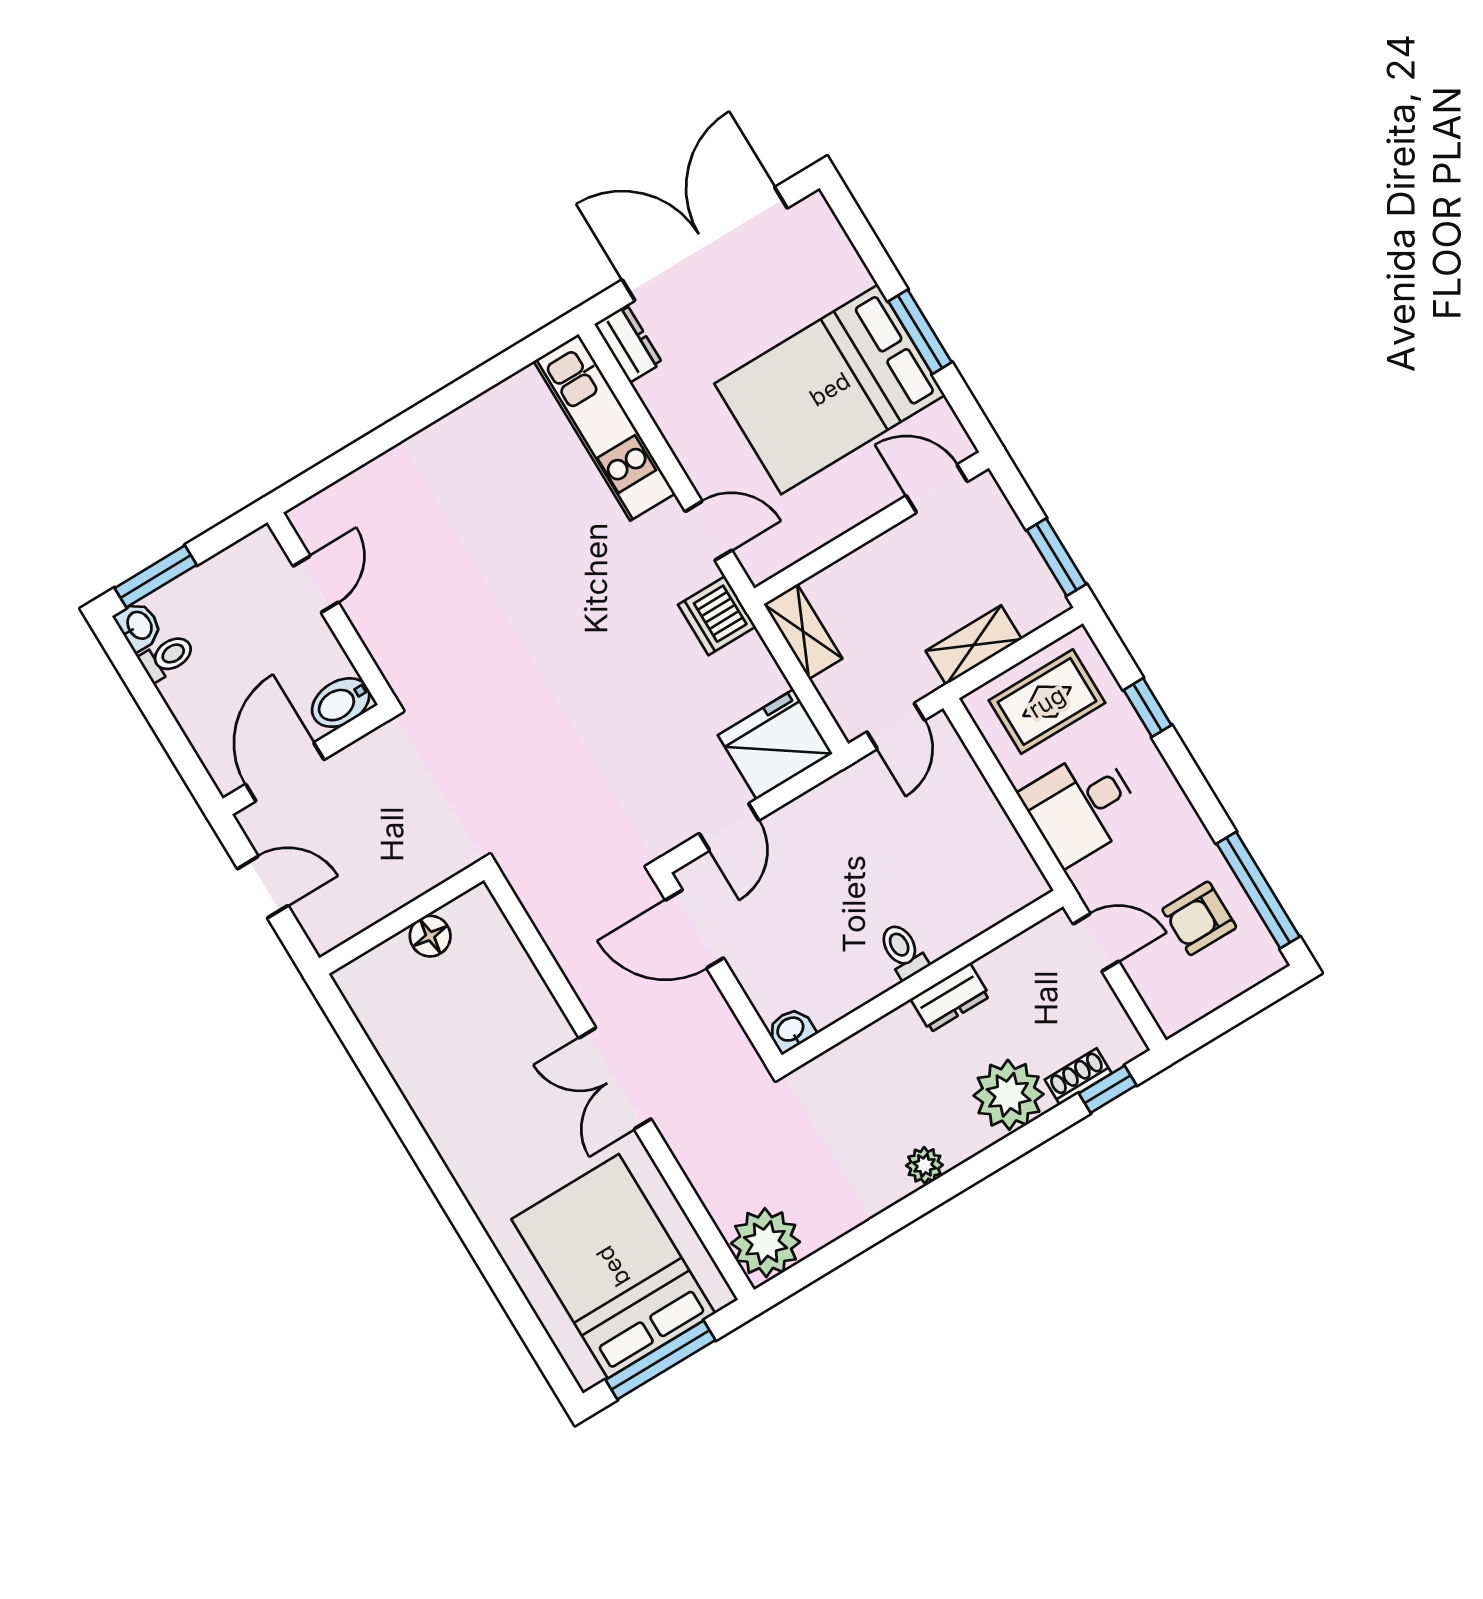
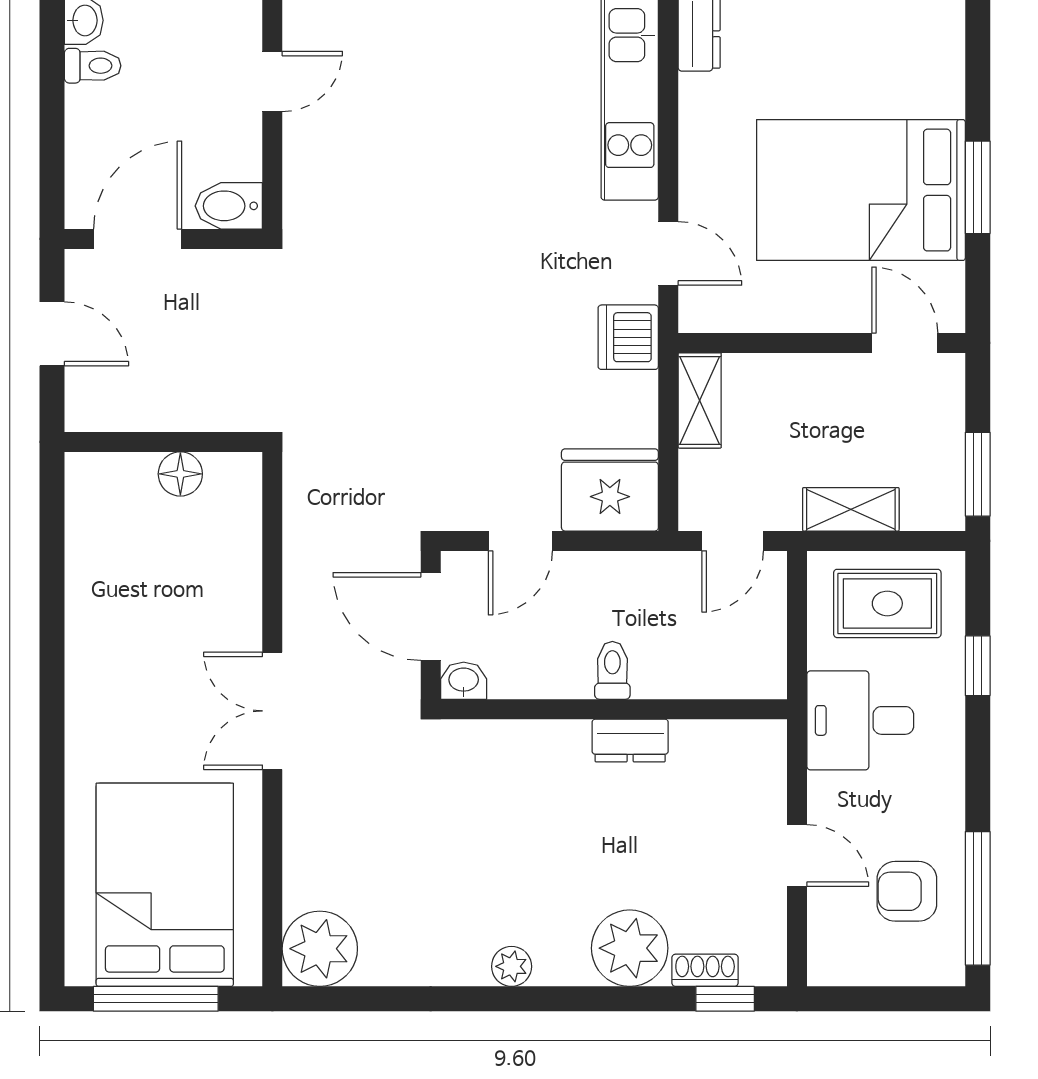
toilet: (903, 951) -> (612, 670), moved
wall: (923, 981) -> (614, 709), moved
dresser: (950, 998) -> (630, 741), moved
washbasin: (791, 1030) -> (464, 681), moved

